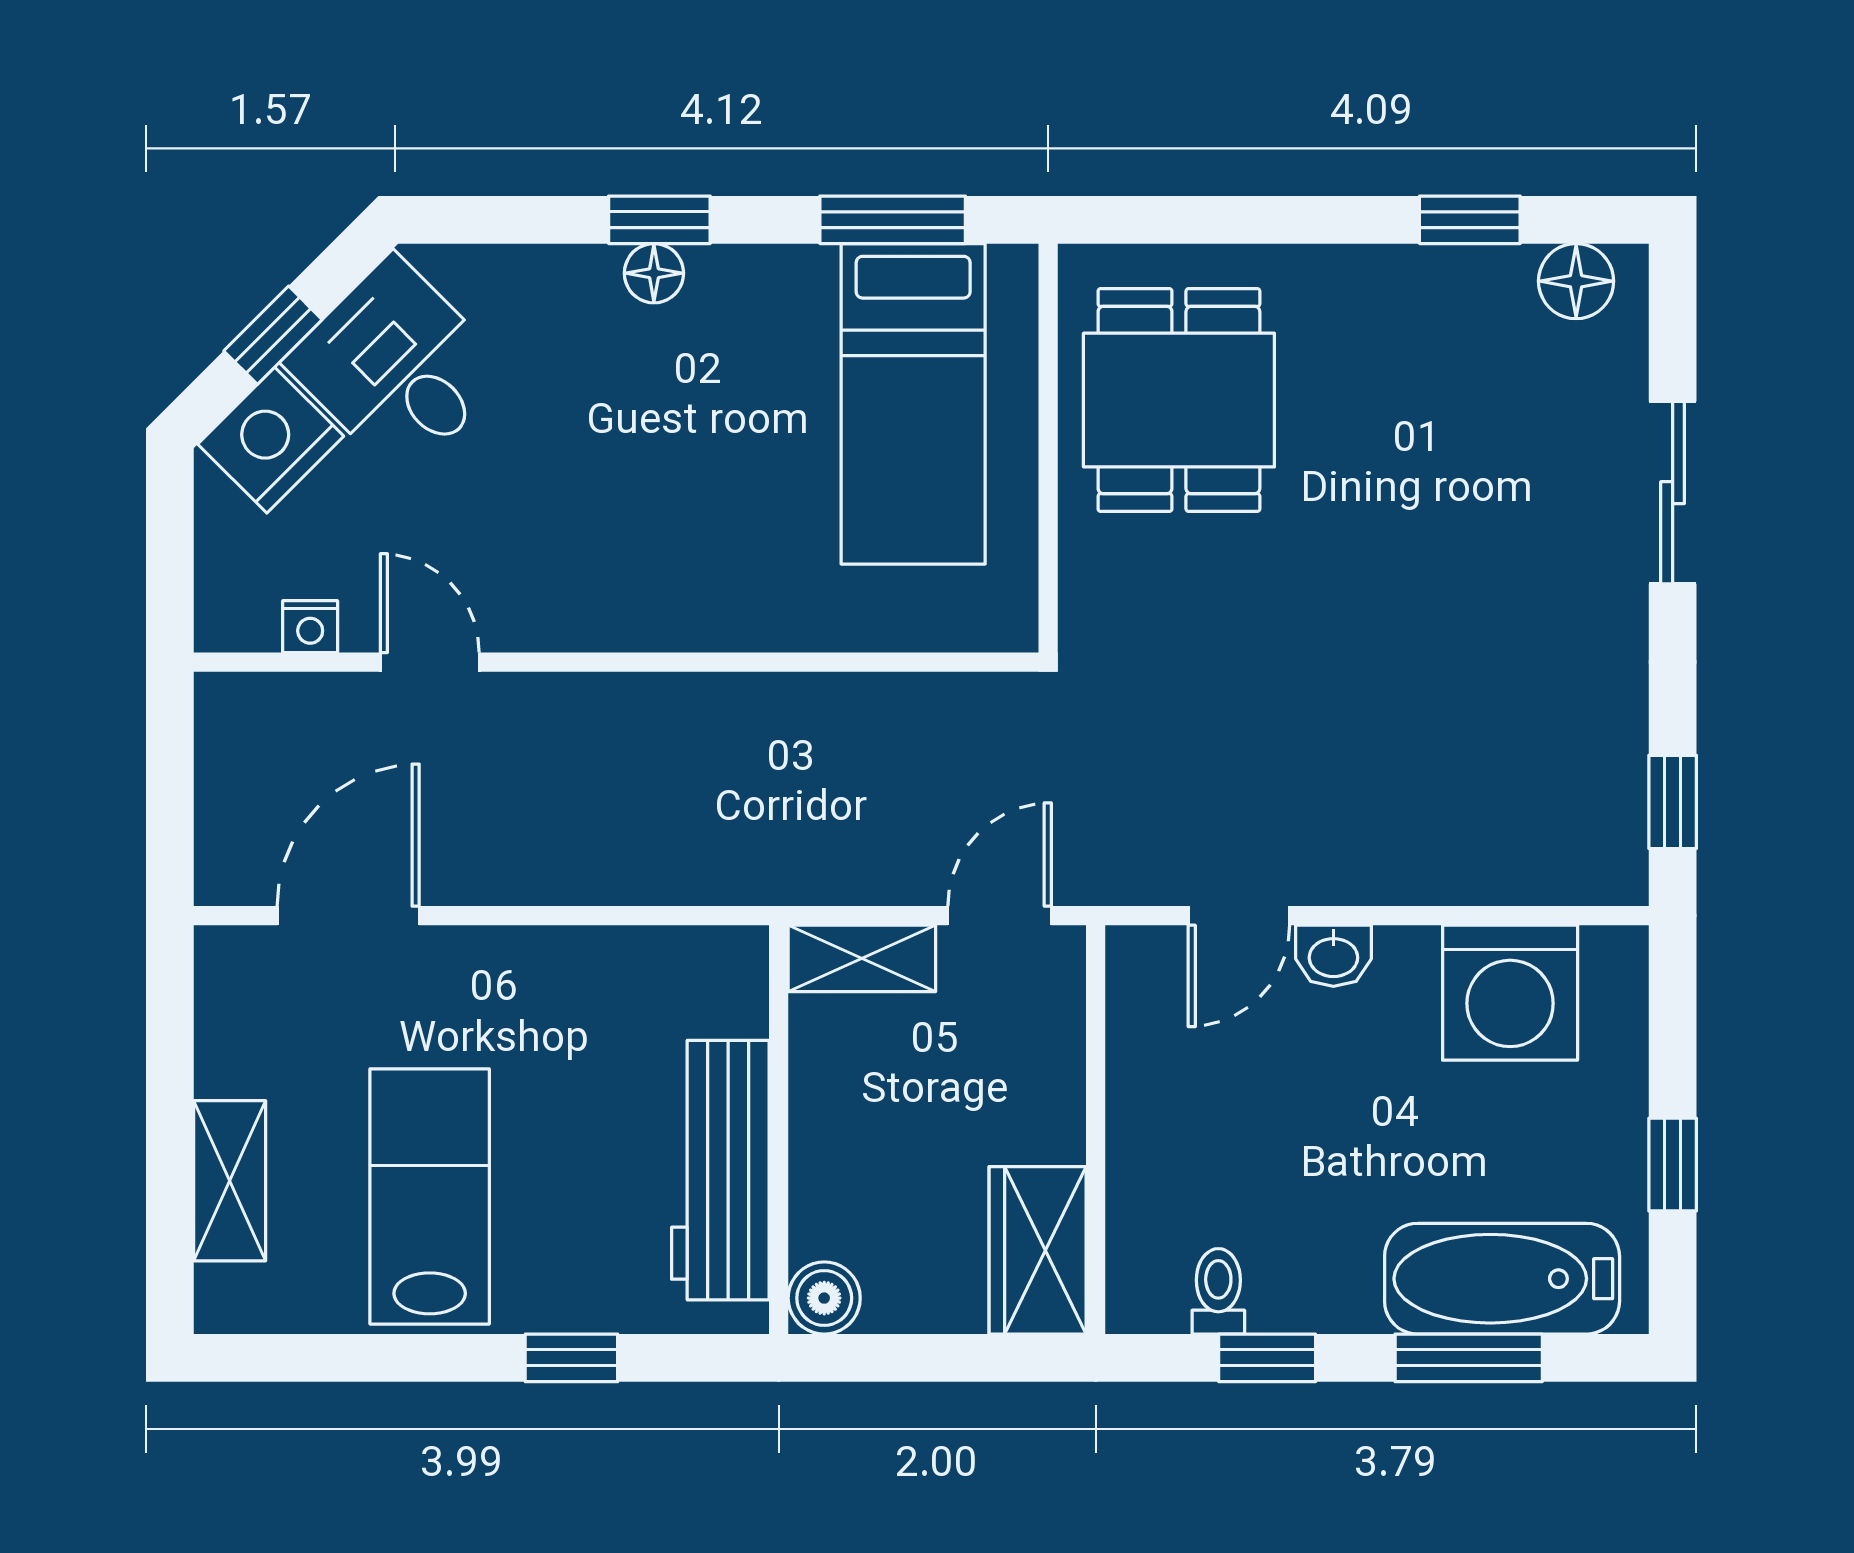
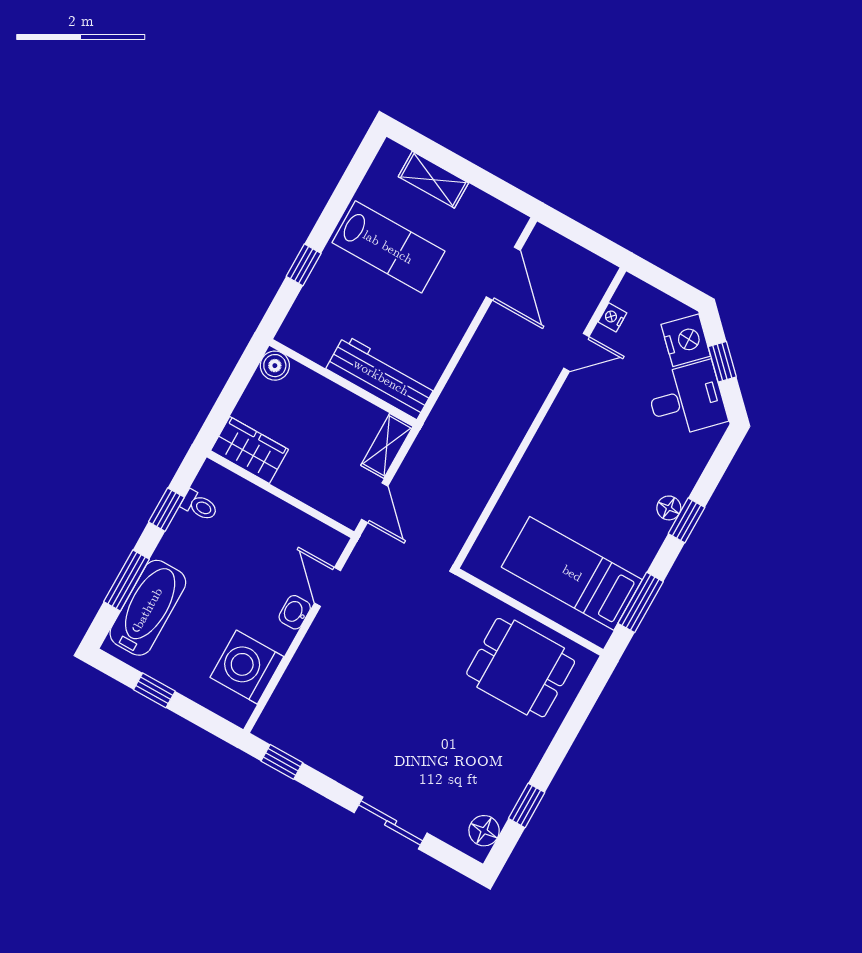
workbench: (720, 1170) -> (381, 377), moved

